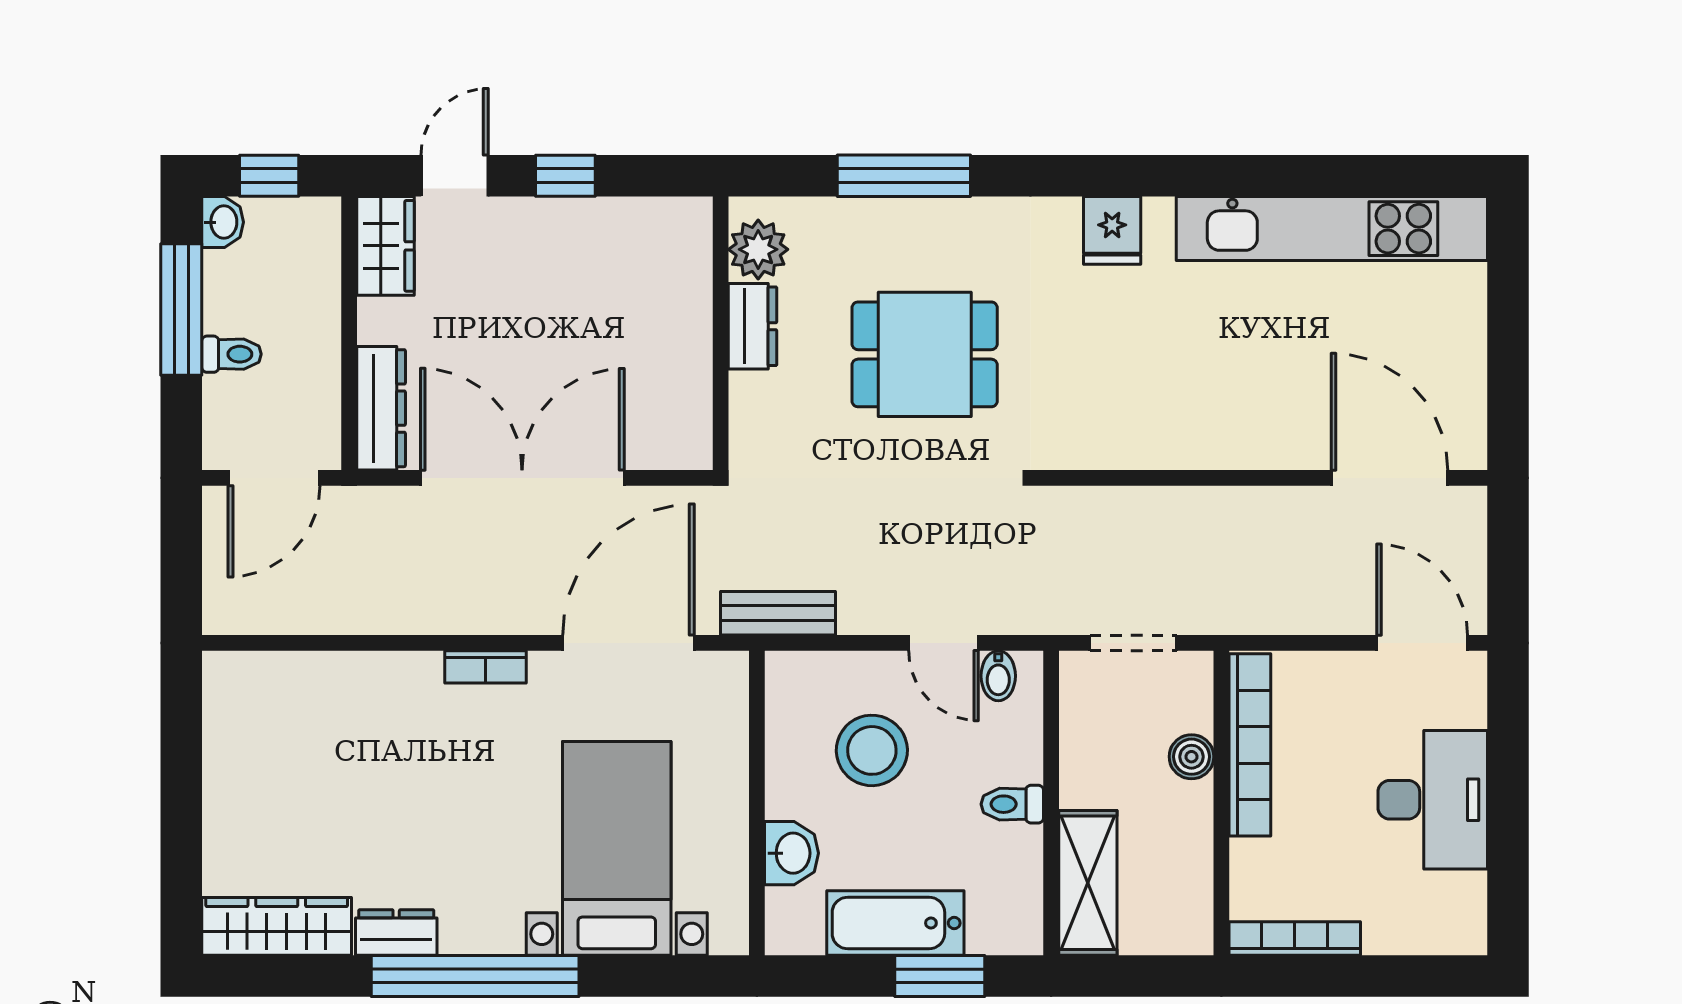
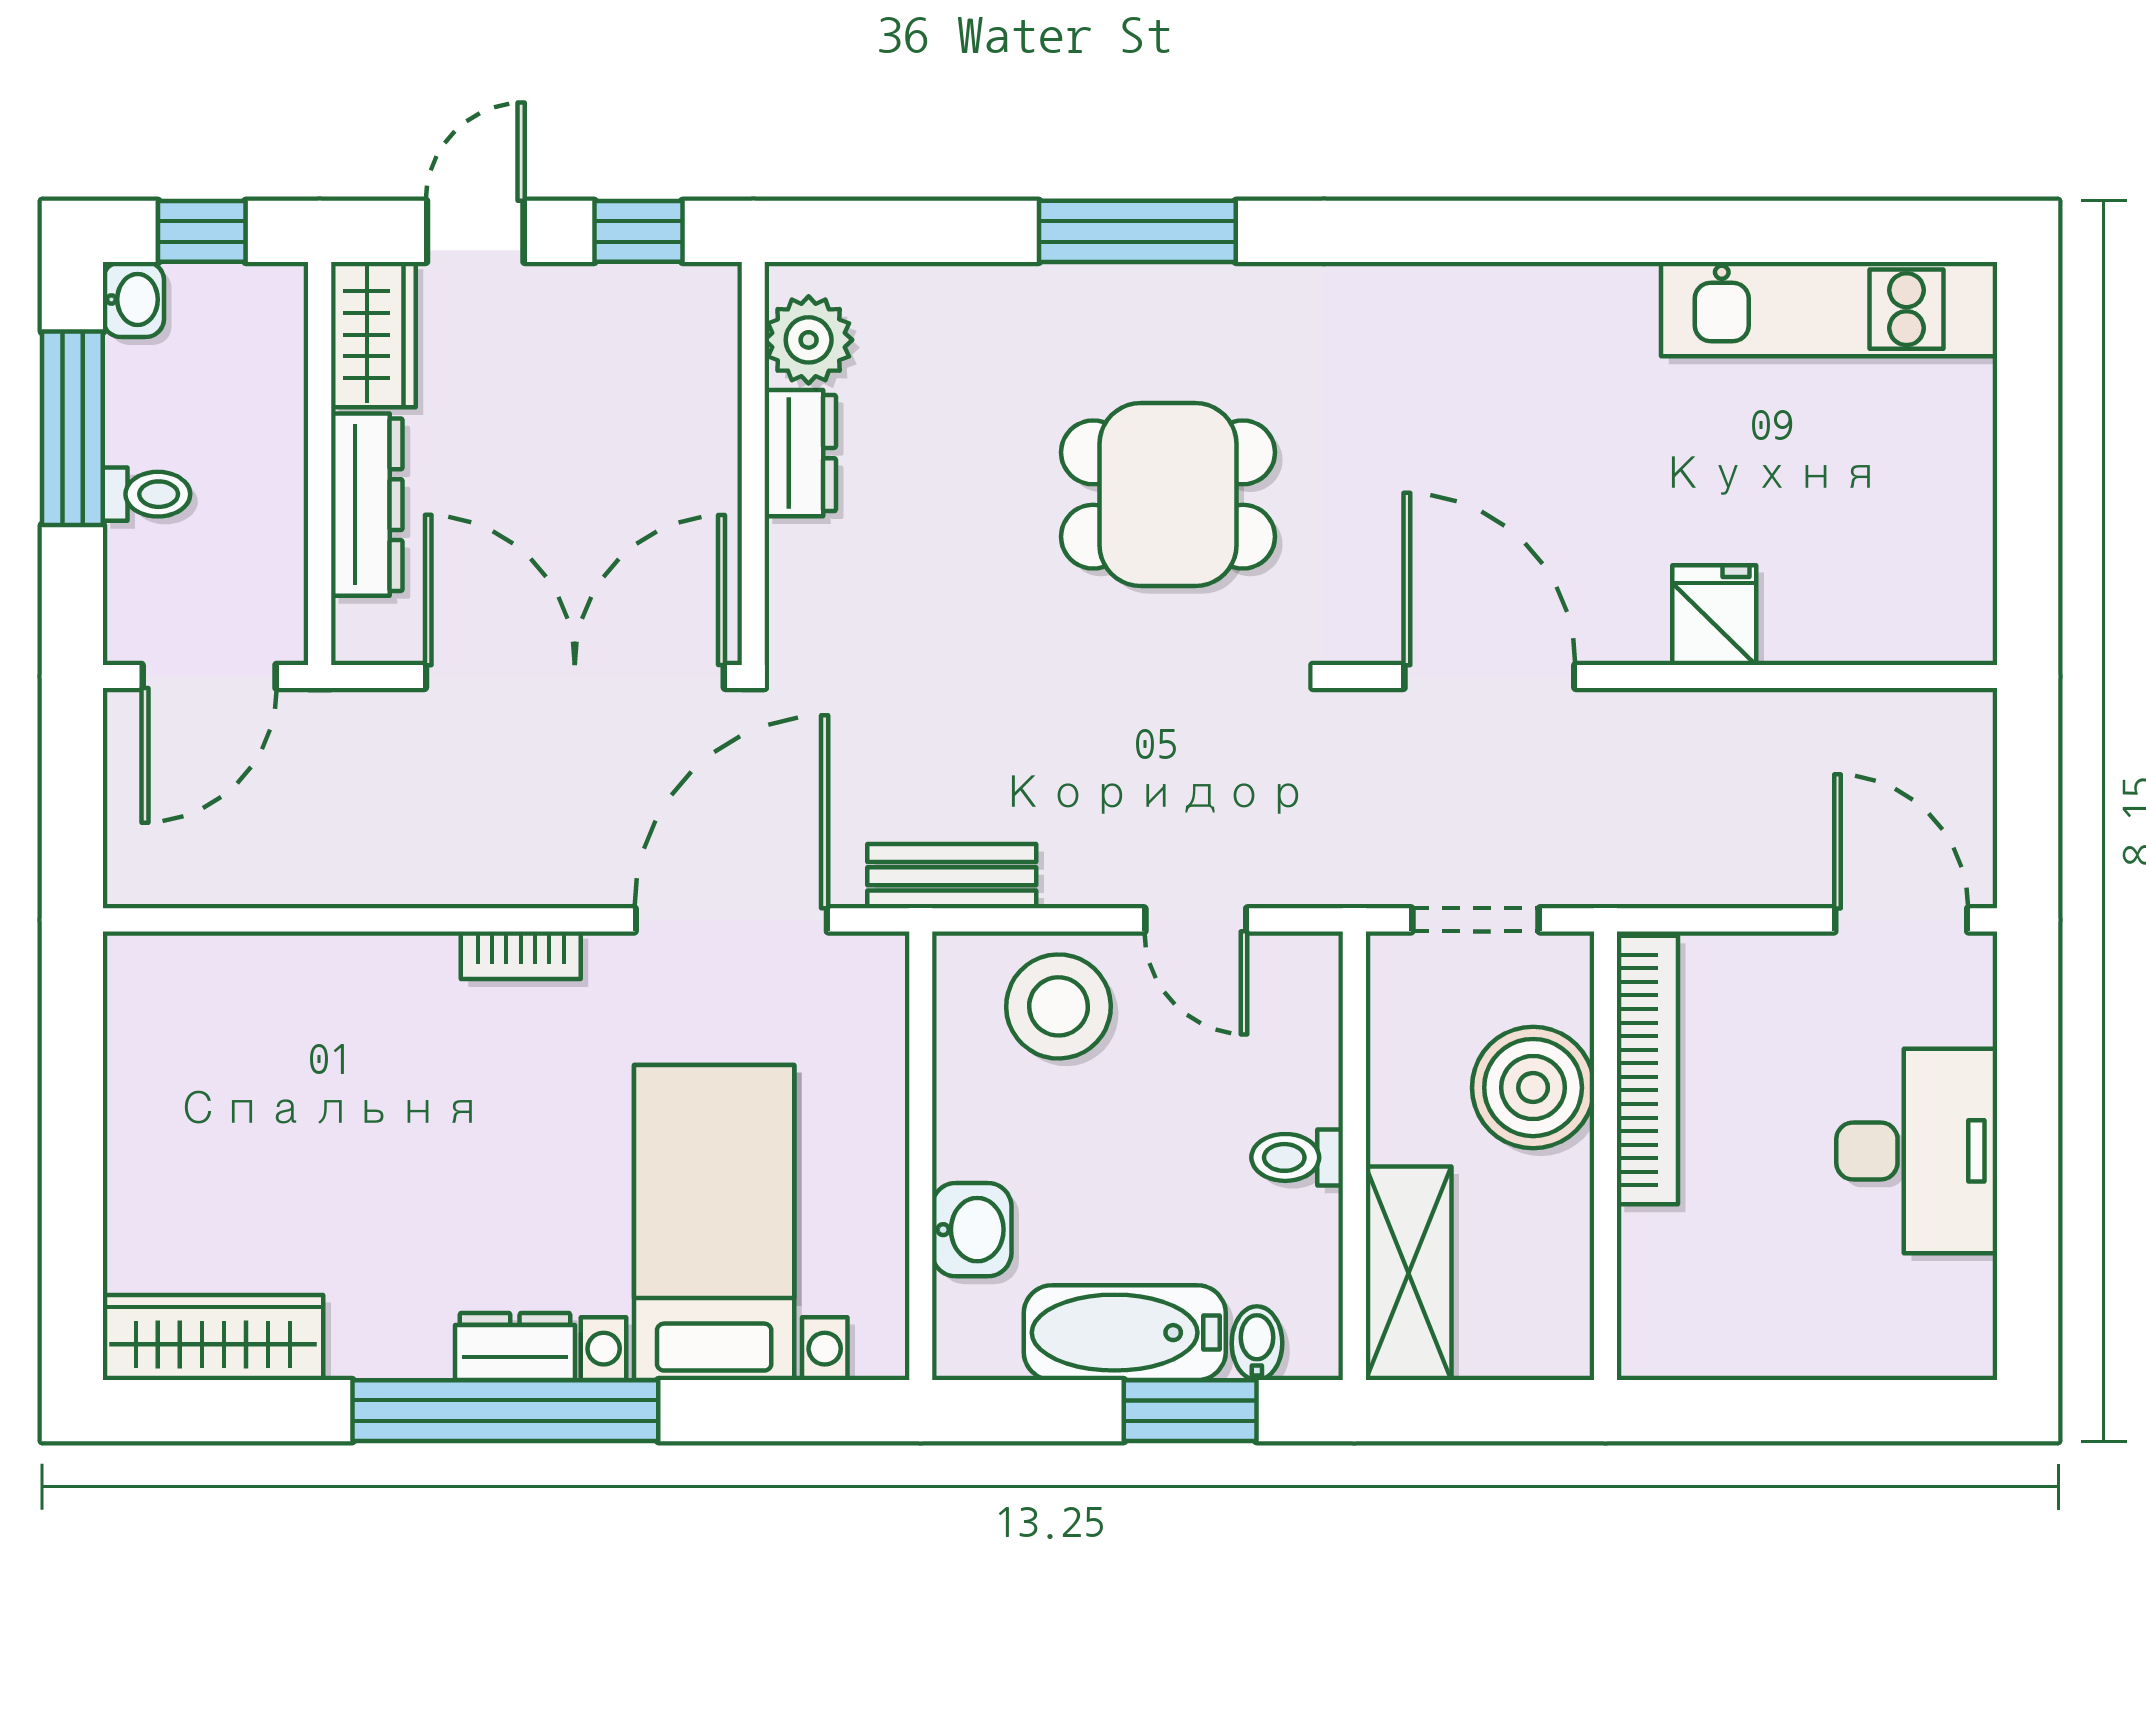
kitchen unit: (1332, 229) -> (1829, 309), width x0.73
fridge: (1112, 230) -> (1714, 615), moved, turned 180
plant: (758, 249) -> (809, 340), moved
dresser: (753, 326) -> (800, 453), moved
wall: (721, 333) -> (753, 463), moved
dresser: (381, 408) -> (367, 505), moved
door: (1390, 478) -> (1489, 676), moved
bidet: (998, 676) -> (1257, 1343), moved, turned 180
stool: (872, 750) -> (1058, 1006), moved
boiler: (1191, 757) -> (1533, 1088), width x1.86, depth x1.86
dresser: (396, 932) -> (515, 1346), moved
bookcase: (1295, 938) -> (1713, 1355), removed

